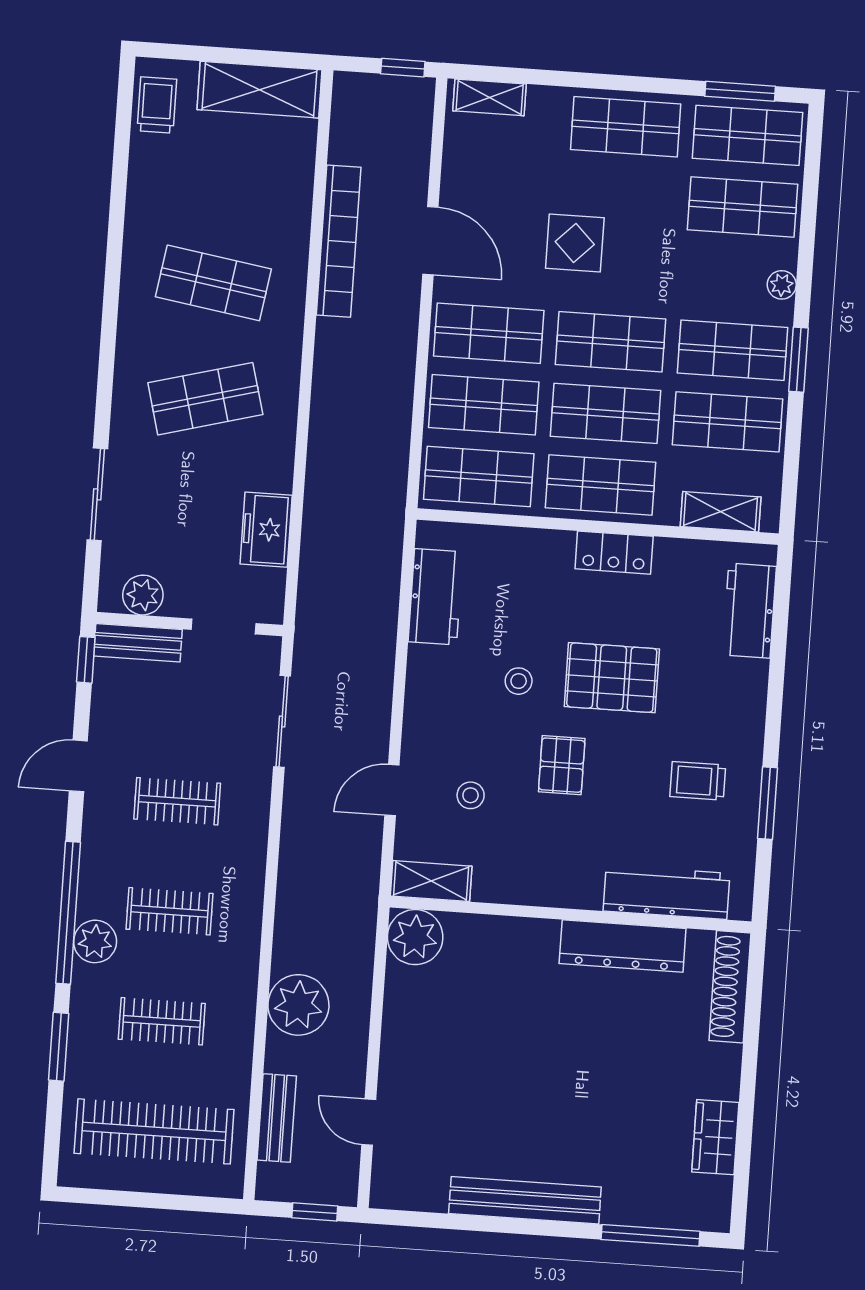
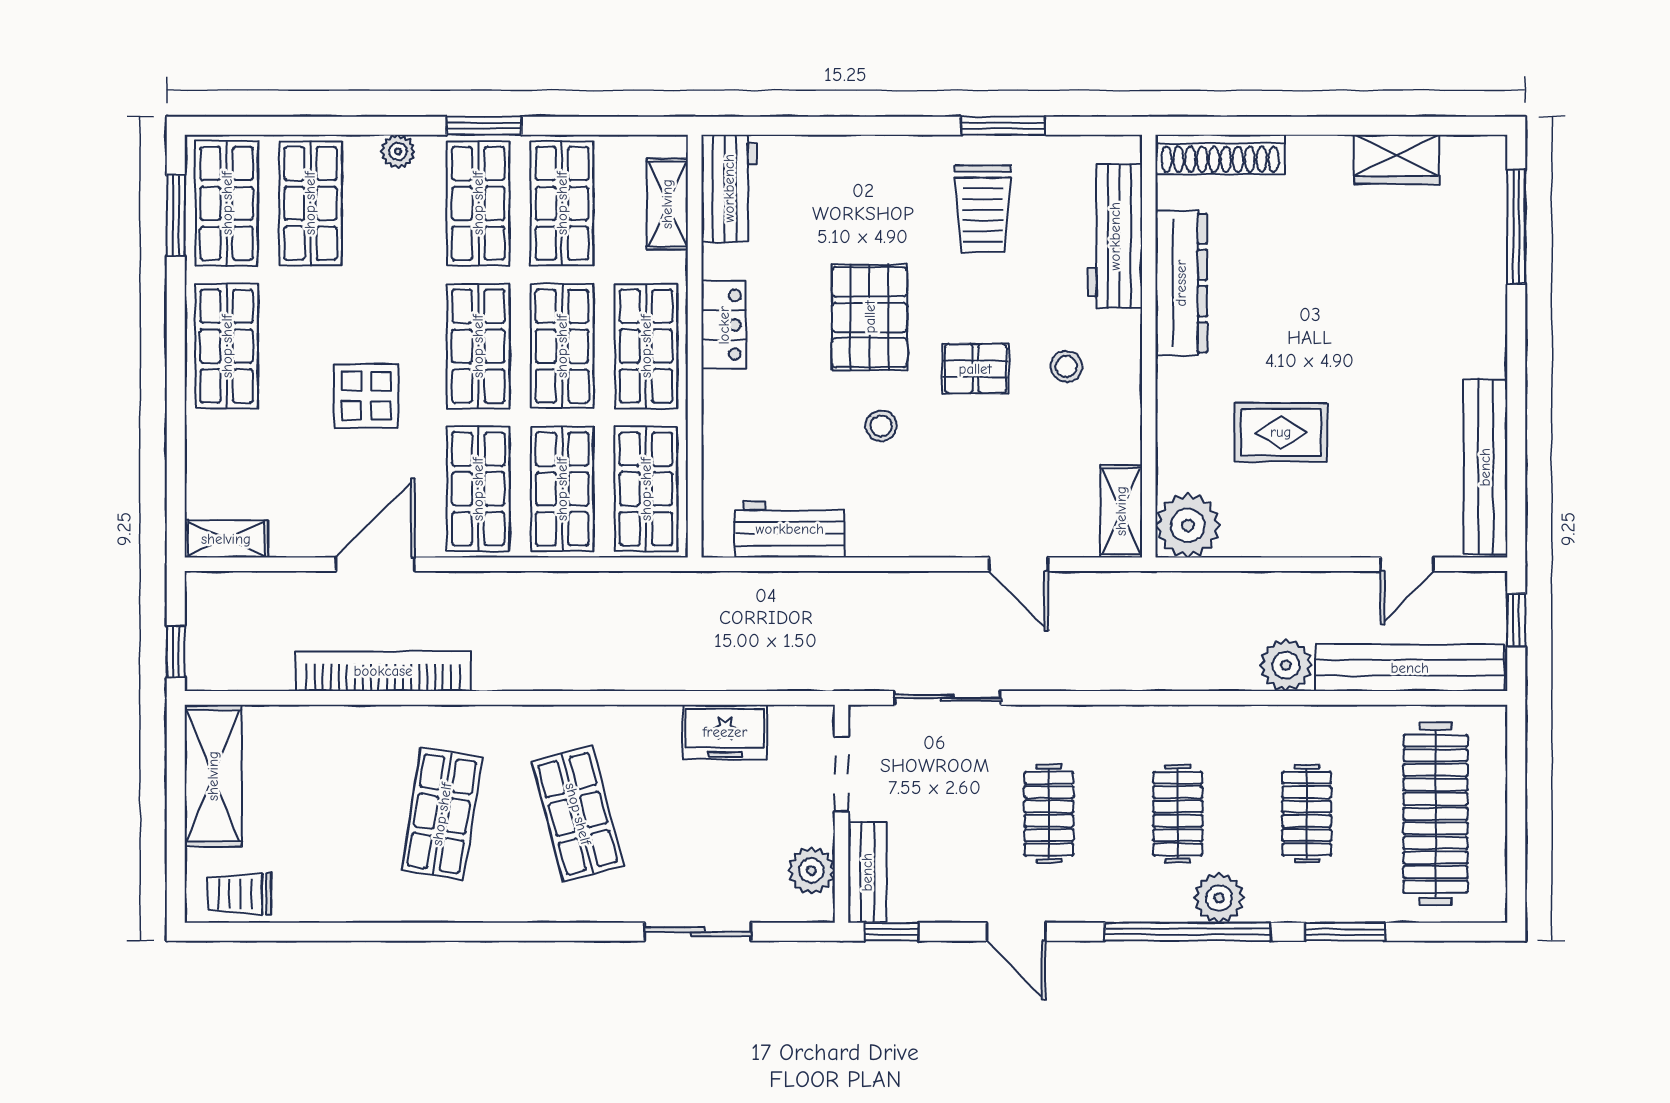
window: (403, 68) -> (176, 652), moved
shelving: (490, 97) -> (226, 539), moved, turned 90
workbench: (749, 611) -> (729, 188), moved, turned -90
trolley: (698, 781) -> (983, 209), width x1.36, depth x1.39
stool: (471, 795) -> (1066, 366), moved
plant: (298, 1005) -> (1286, 665), width x0.73, depth x0.73
rug: (489, 1022) -> (1281, 432), added
bench: (277, 1118) -> (1410, 668), width x1.86, depth x1.21
bench: (525, 1200) -> (1485, 467), moved

